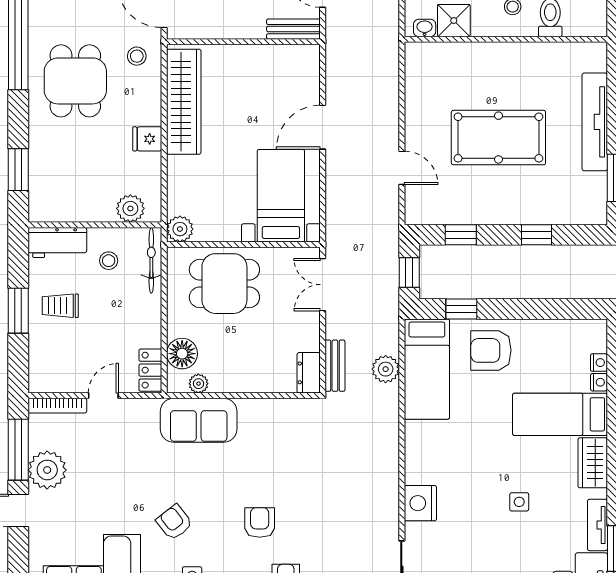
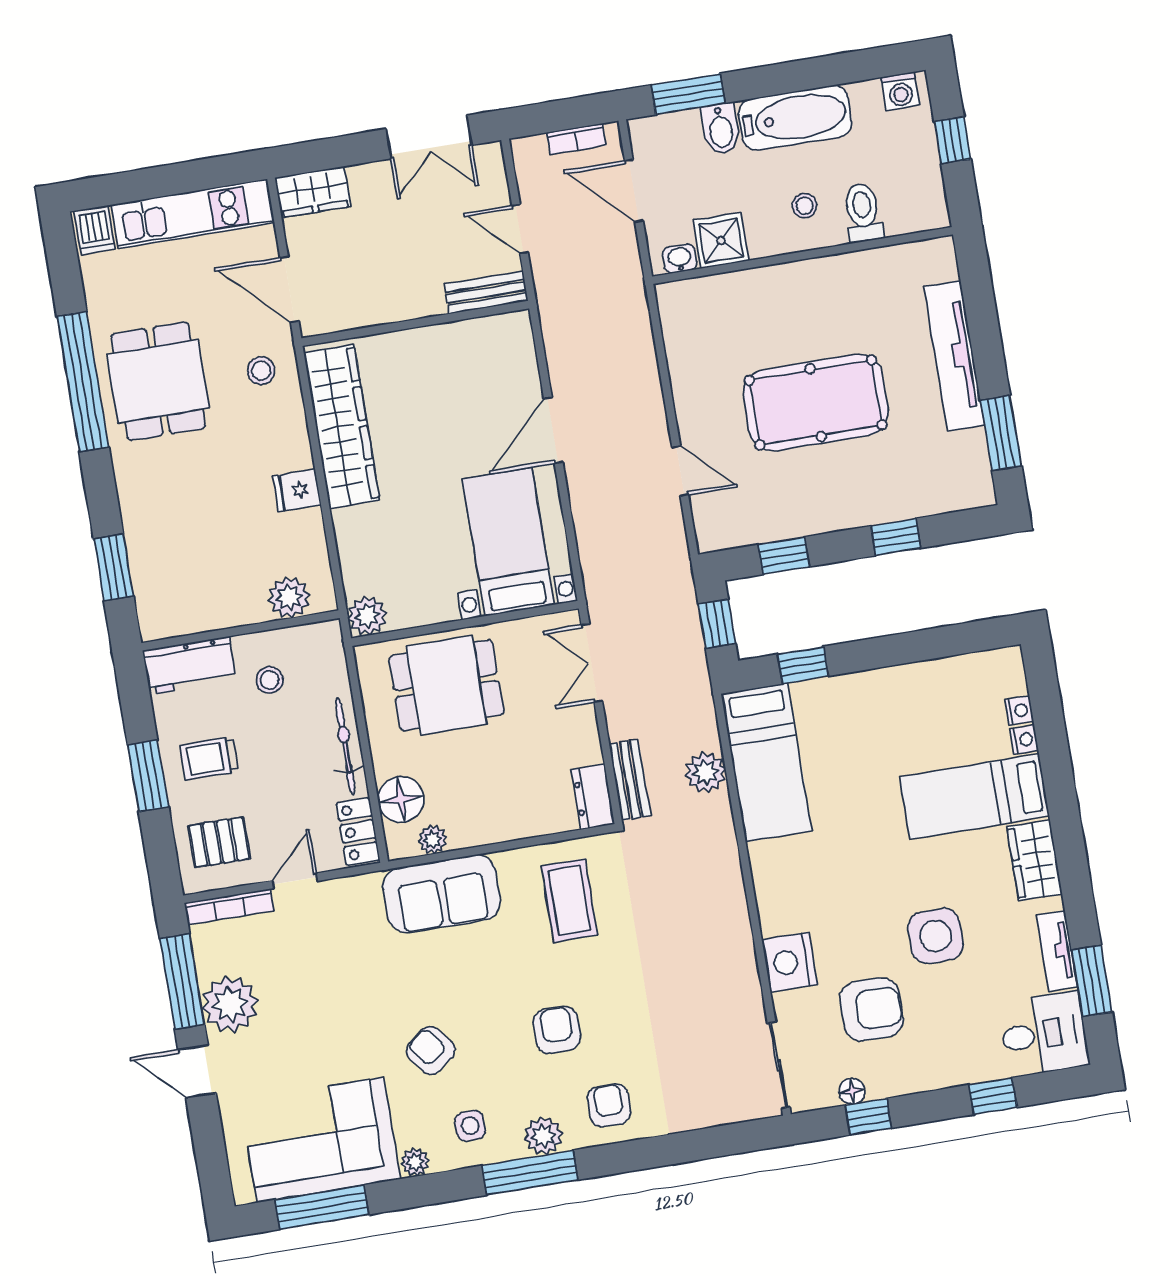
dining table: (75, 81) -> (158, 381), moved
bicycle: (151, 260) -> (345, 746), moved
armchair: (491, 350) -> (871, 1009), moved, turned 180
pallet: (58, 362) -> (219, 842), added
coffee table: (282, 439) -> (569, 900), added
side table: (519, 502) -> (935, 936), width x1.87, depth x1.87

